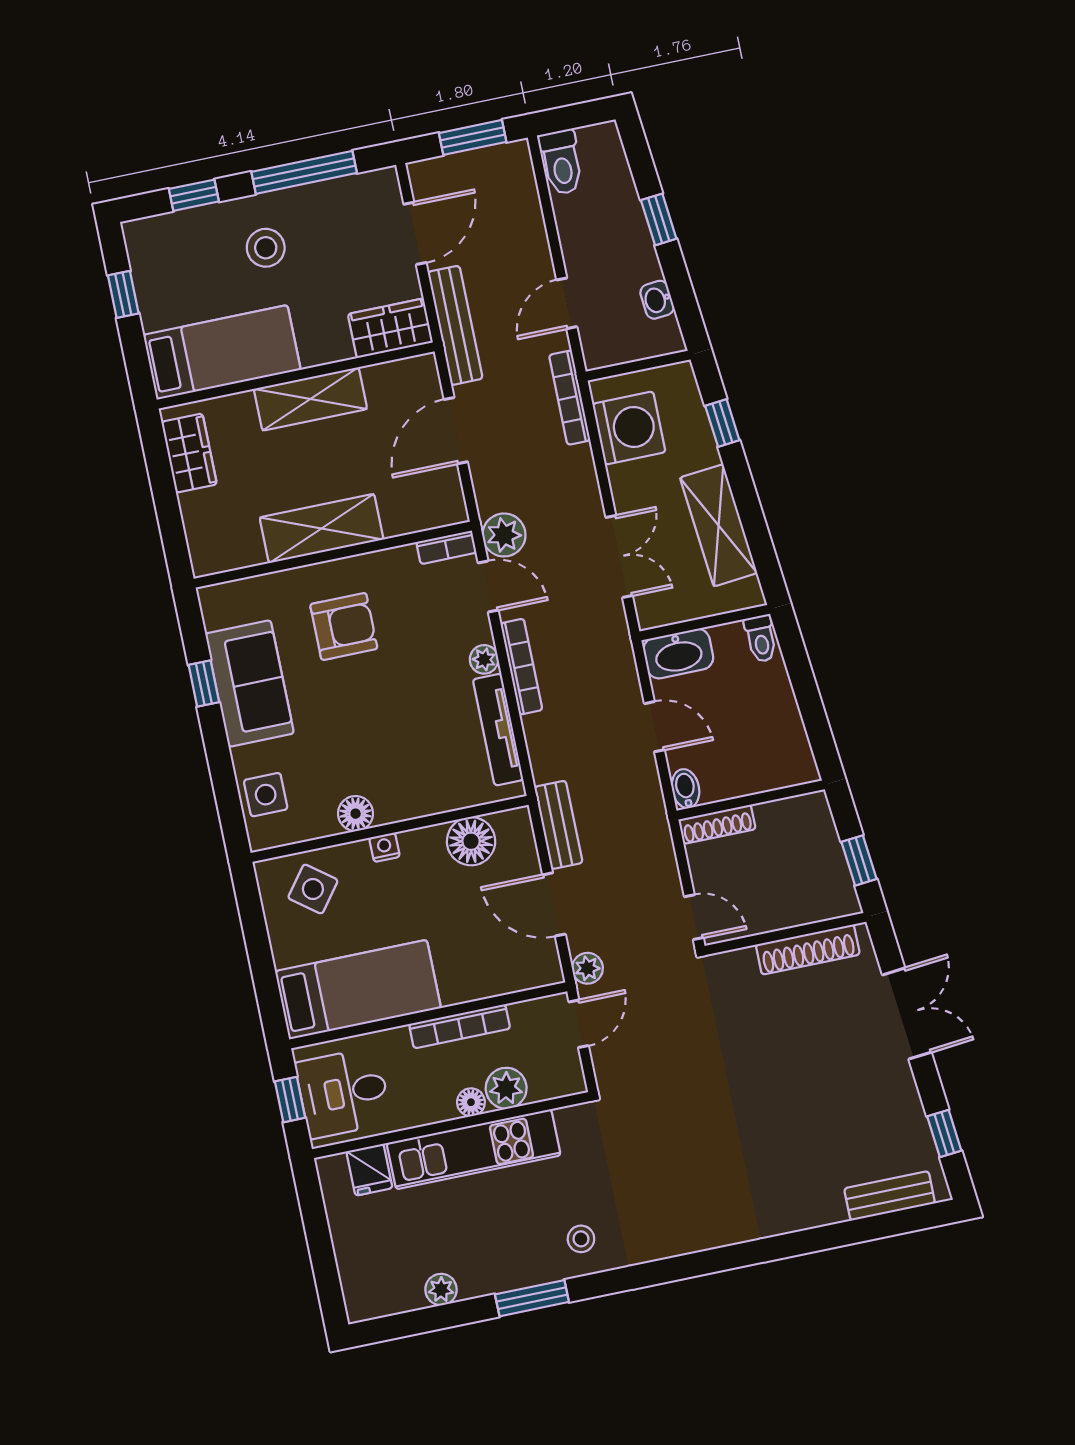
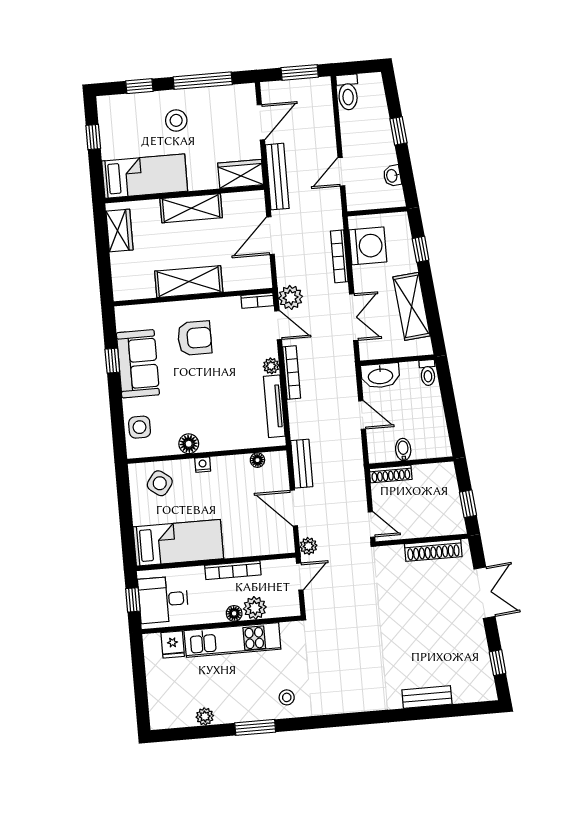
bookcase: (570, 398) -> (339, 256), moved
bidet: (686, 789) -> (403, 449), moved
floor lamp: (471, 841) -> (257, 460), width x0.53, depth x0.53
bench: (890, 1196) -> (427, 697), moved

